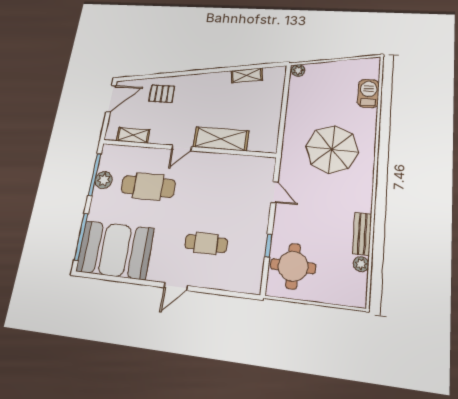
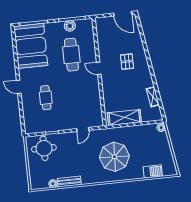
pallet: (162, 94) -> (127, 62), moved
shelving: (133, 135) -> (101, 36), removed
shelving: (221, 139) -> (124, 117), moved, turned 90

